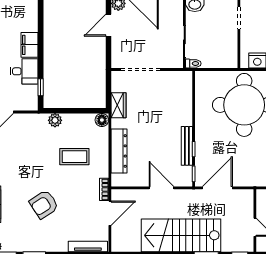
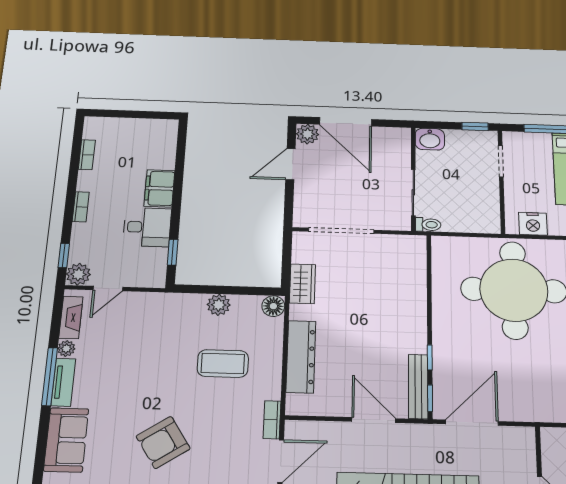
plant: (55, 120) -> (219, 305), moved
bench: (187, 146) -> (418, 386), moved

